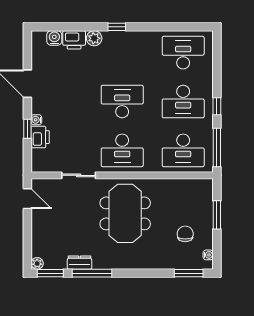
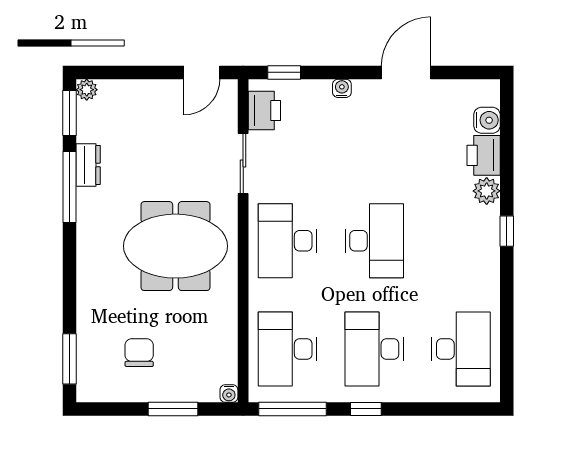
window: (27, 129) -> (284, 72), moved
printer: (40, 137) -> (264, 110), moved, turned -90
chair: (185, 234) -> (139, 353), turned -90
water cooler: (208, 255) -> (229, 394), moved

